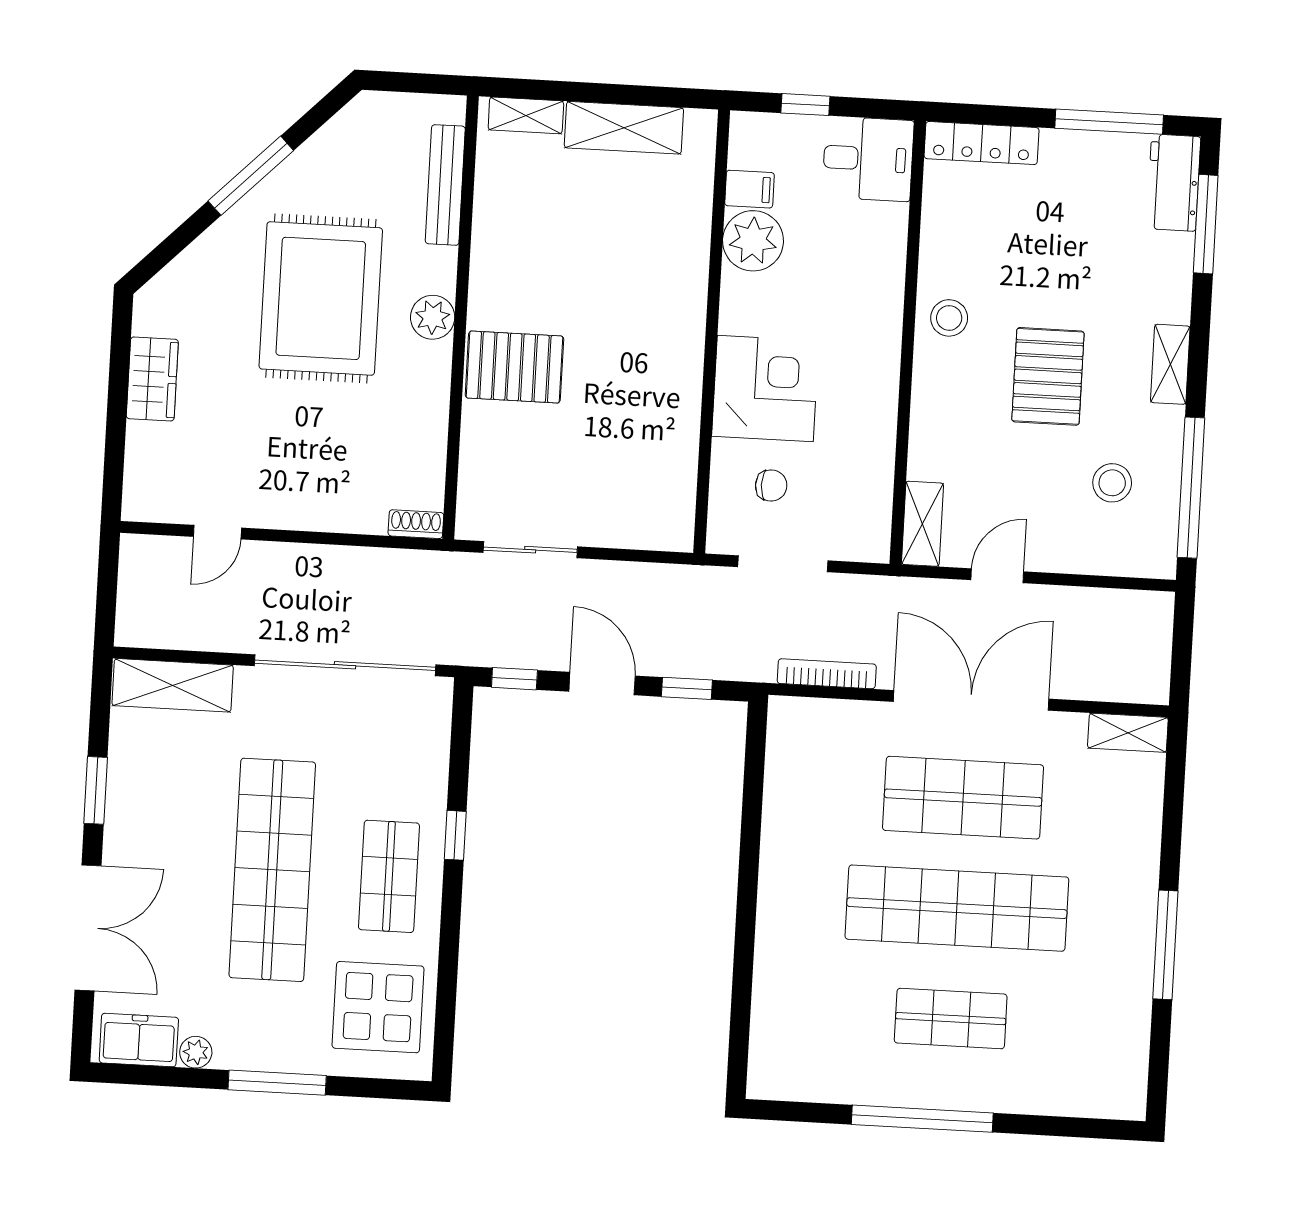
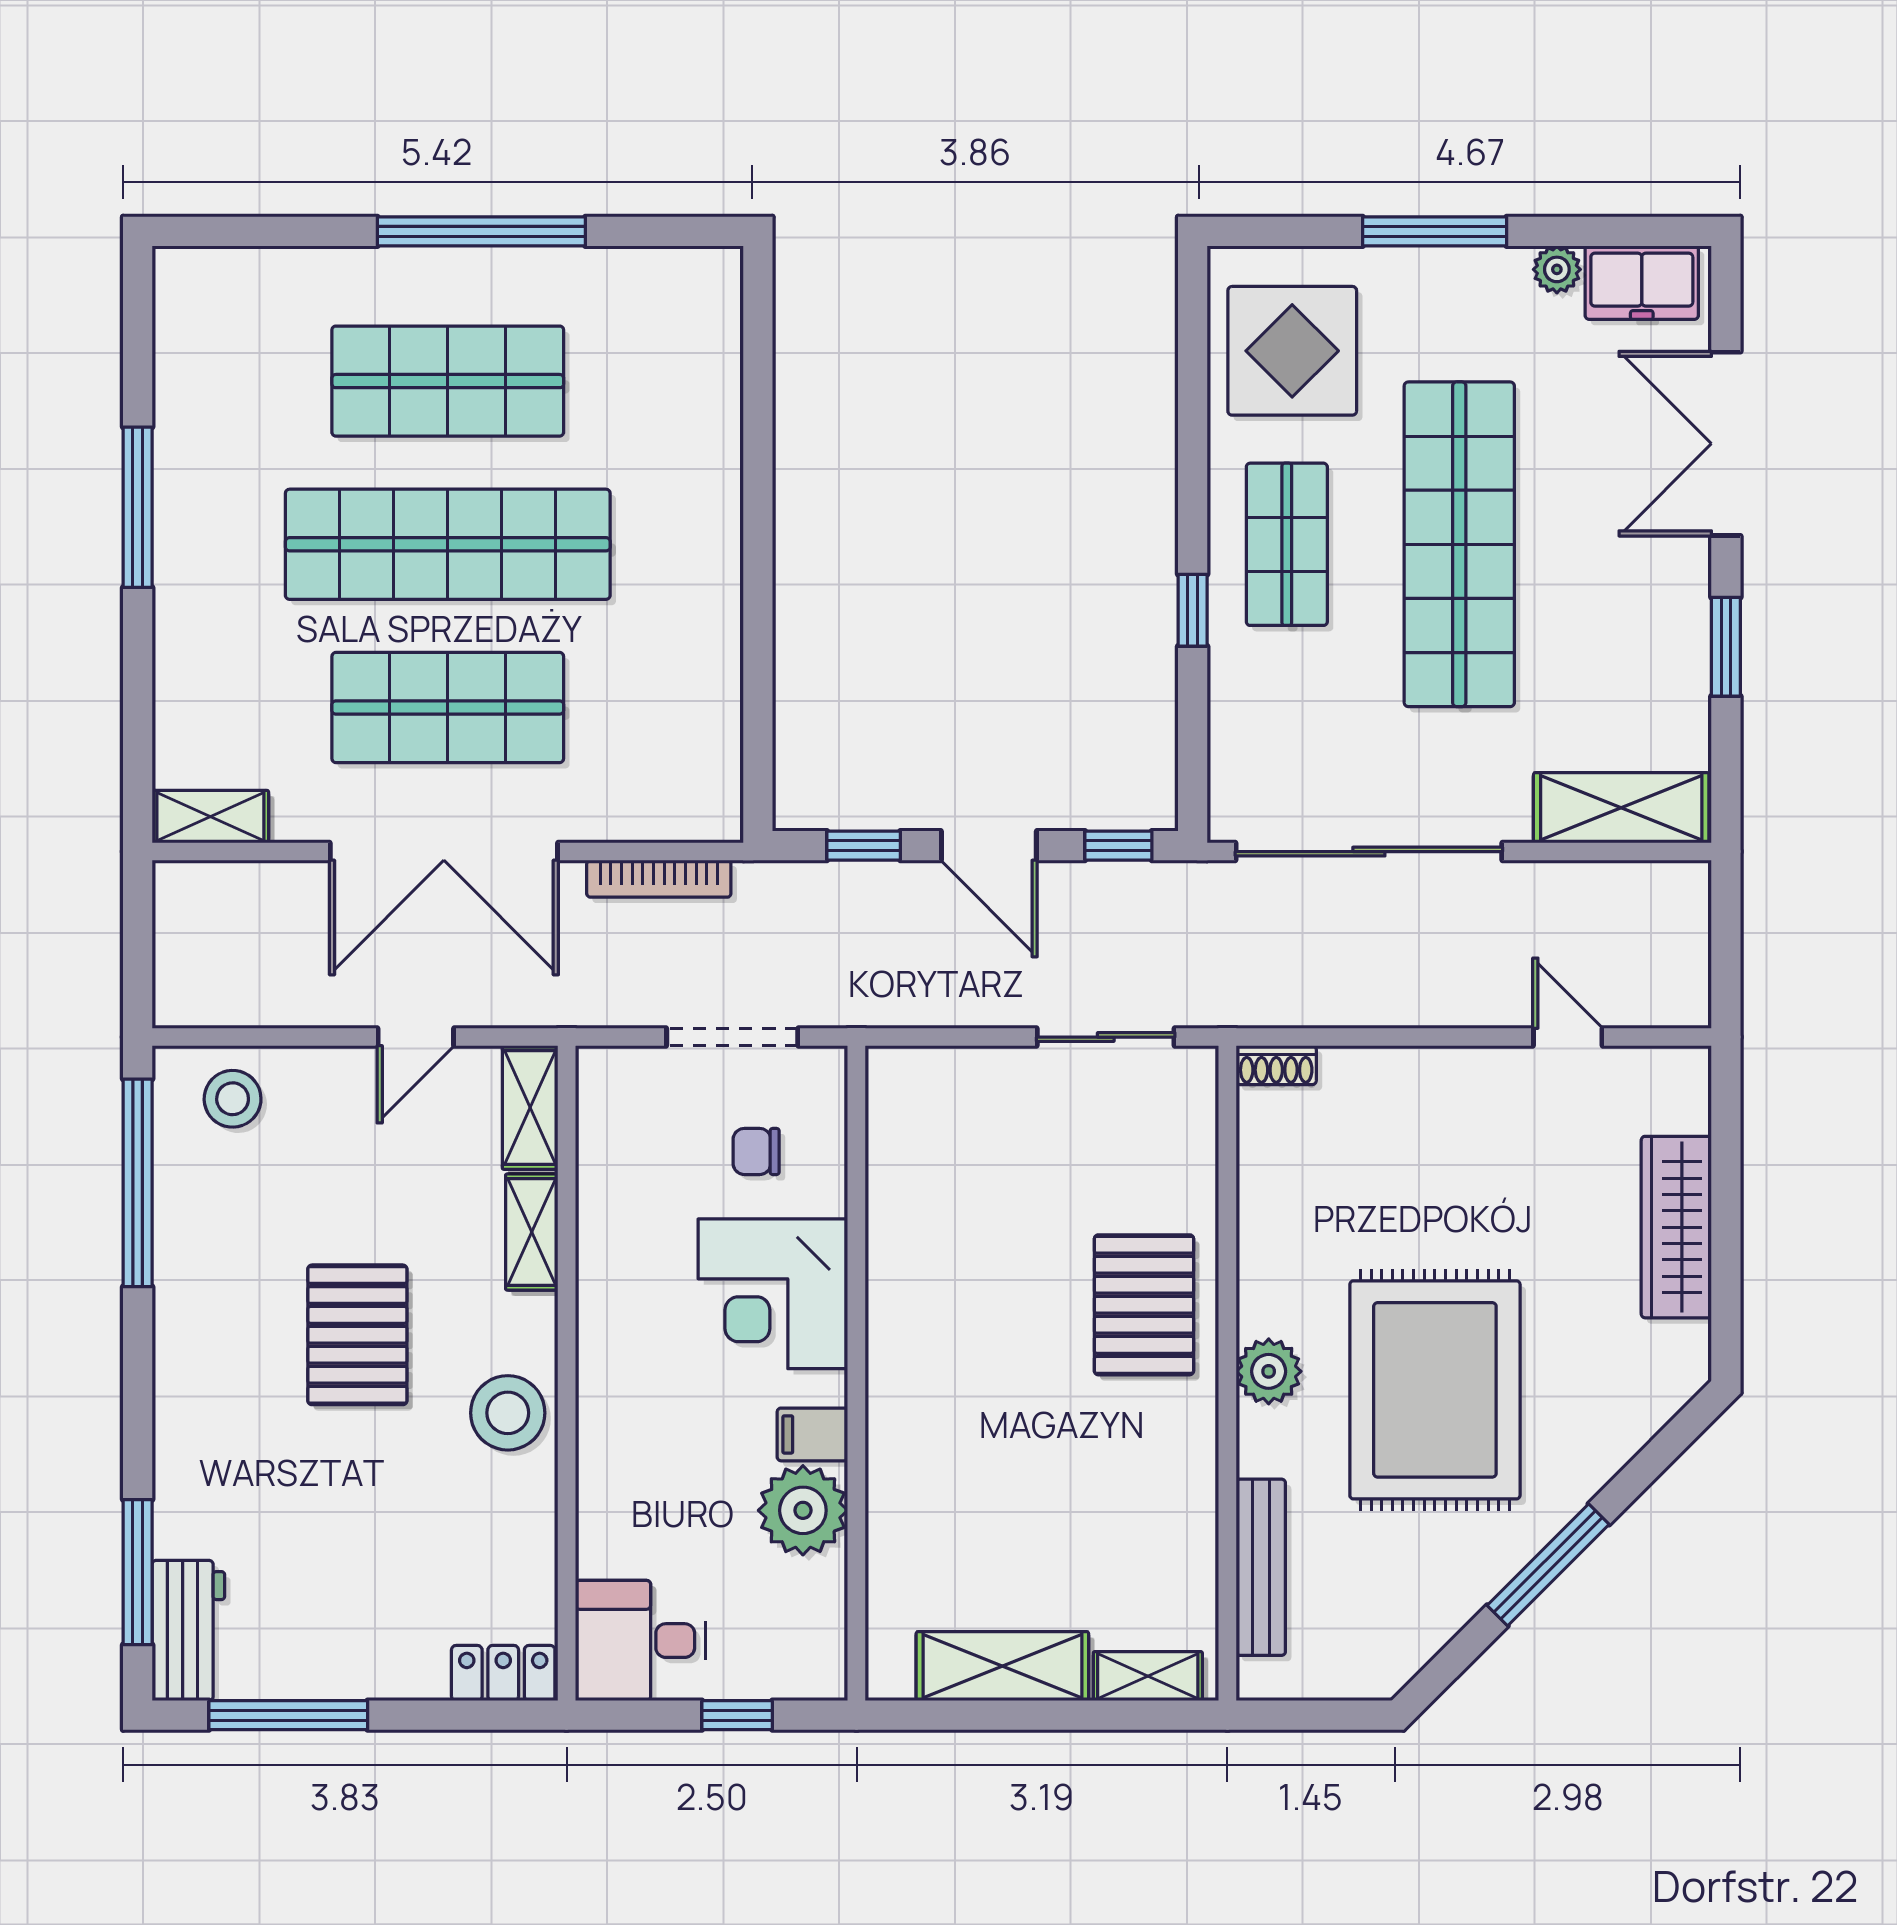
locker: (982, 143) -> (503, 1673), width x0.66
filing cabinet: (749, 189) -> (812, 1434), moved
stool: (949, 318) -> (508, 1413), width x1.38, depth x1.38
shelving: (1170, 364) -> (532, 1232), moved
pallet: (514, 367) -> (1144, 1305), turned 90
wardrobe: (152, 379) -> (1676, 1227), width x1.50
stool: (1112, 483) -> (233, 1099), moved
door: (217, 532) -> (1568, 1037), hinge flipped
shop shelf: (951, 1019) -> (448, 381), width x1.43, depth x1.36

